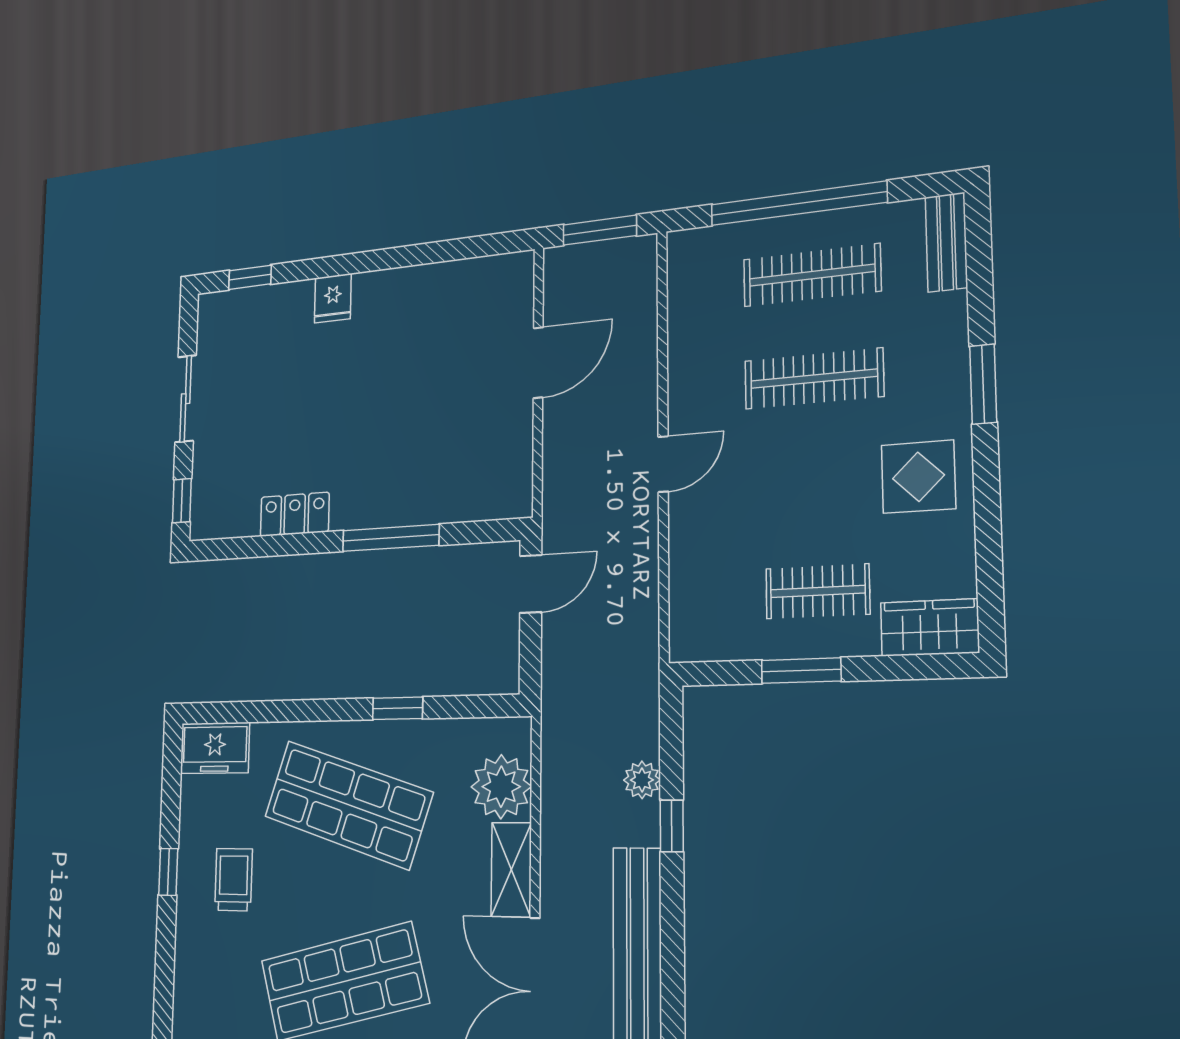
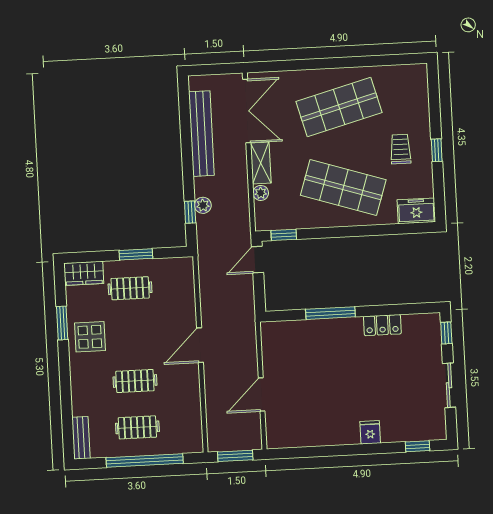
clothes rail: (812, 275) -> (137, 427), width x0.73
clothes rail: (814, 379) -> (135, 381), width x0.73
window: (983, 384) -> (62, 323), moved
door: (663, 464) -> (200, 345), width x1.38
door: (531, 584) -> (257, 260), moved
window: (398, 708) -> (284, 235), moved
plant: (501, 787) -> (261, 193), width x0.53, depth x0.53
window: (672, 826) -> (190, 212), moved
trolley: (233, 880) -> (401, 149), turned 180

